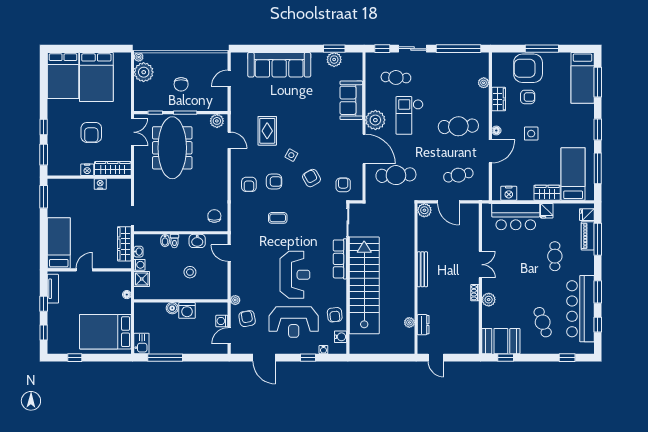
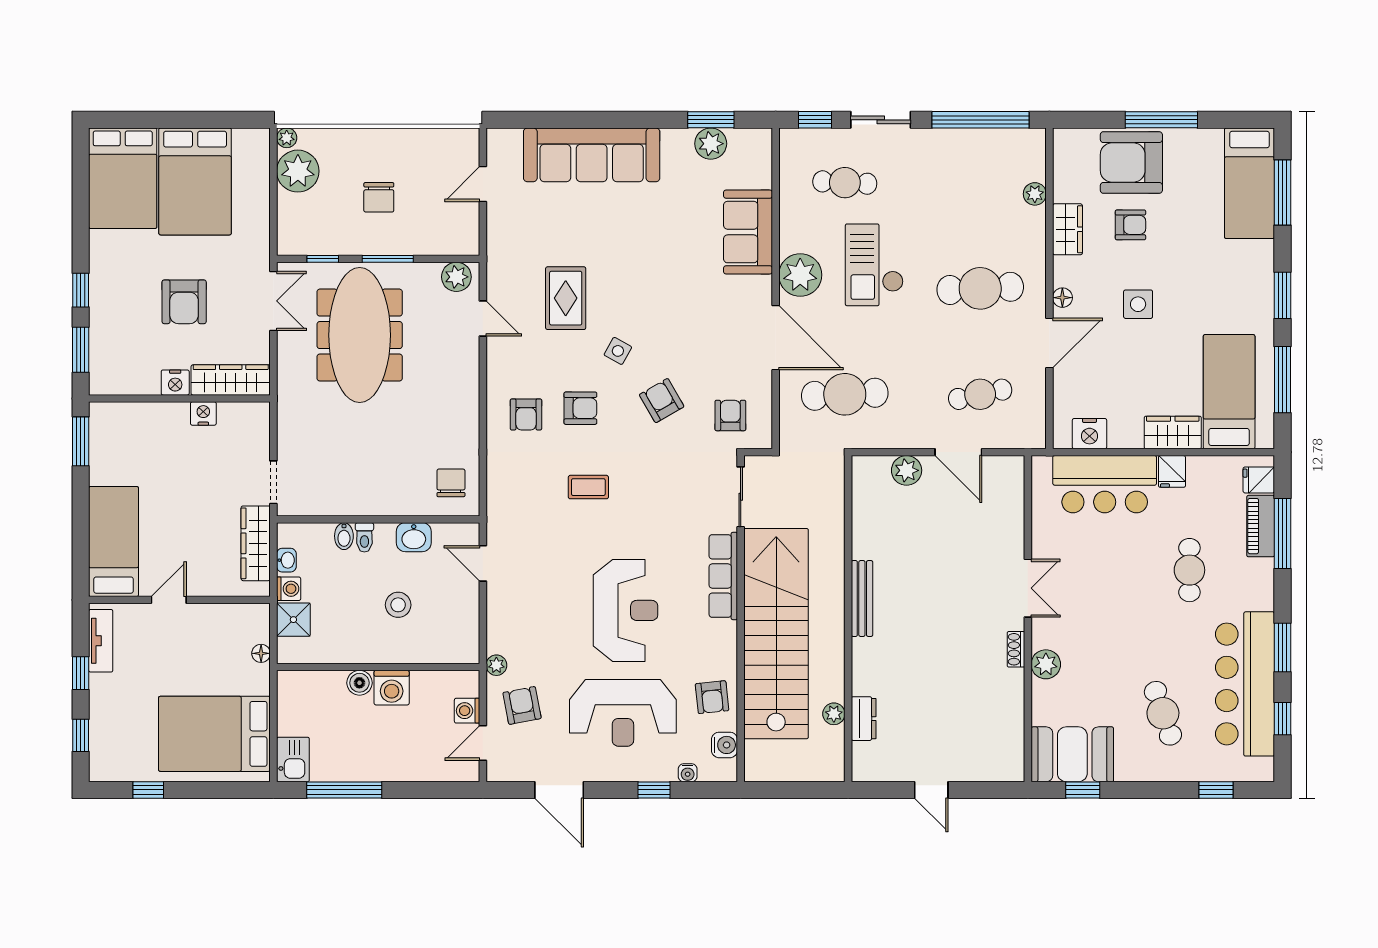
bench: (422, 269) -> (862, 599), moved
wall: (416, 279) -> (848, 619), moved
plant: (409, 322) -> (834, 714), moved
dresser: (423, 325) -> (864, 719), moved

